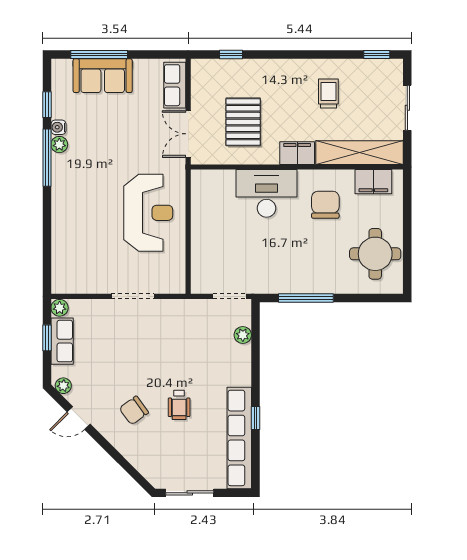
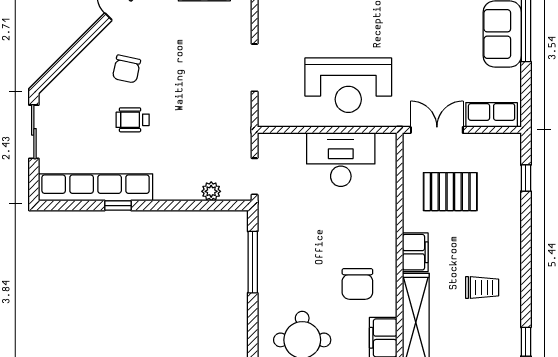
desk: (266, 193) -> (341, 160), moved, turned -90
chair: (325, 205) -> (357, 284), turned 90
chair: (134, 410) -> (126, 69), turned -132

